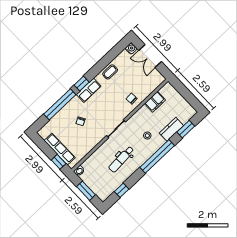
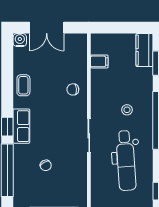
filing cabinet: (155, 102) -> (99, 61), width x0.50
kitchen counter: (171, 129) -> (145, 50), moved
dental chair: (121, 159) -> (126, 161), width x1.36, depth x1.38

